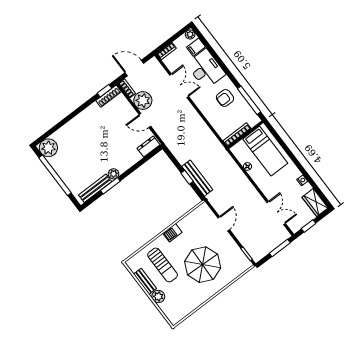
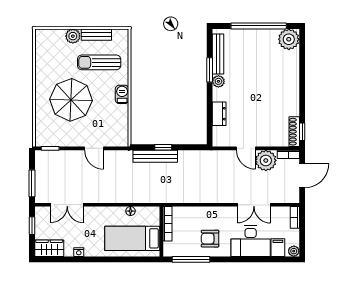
armchair: (225, 98) -> (210, 239), turned -90
door: (145, 120) -> (246, 148), swing flipped
dresser: (148, 147) -> (219, 114), moved

